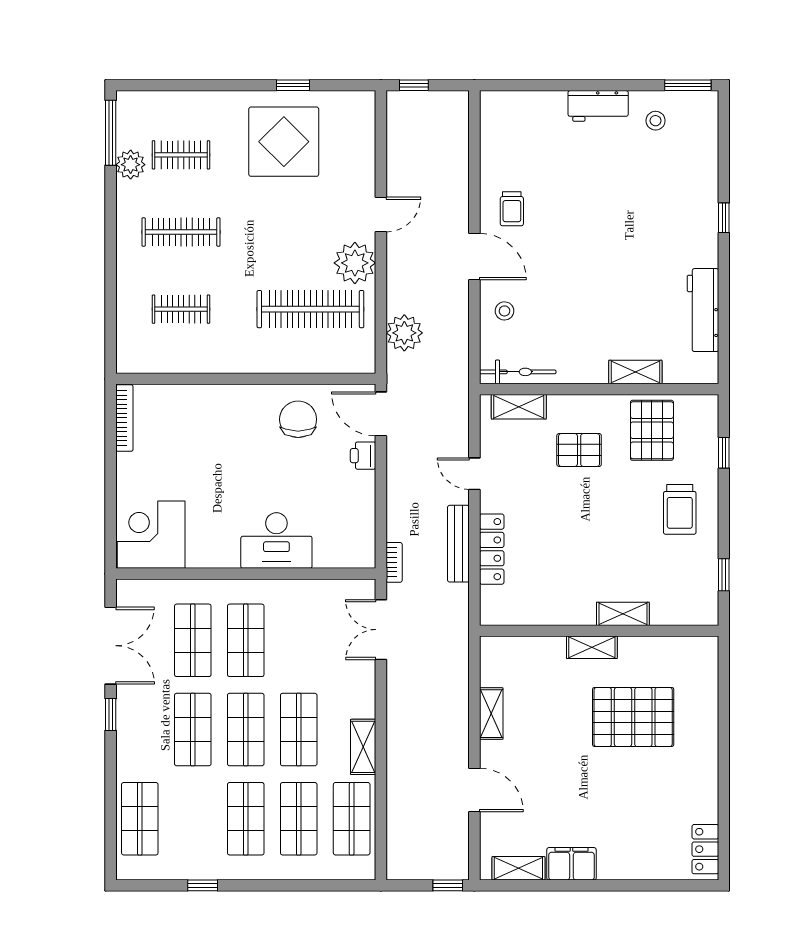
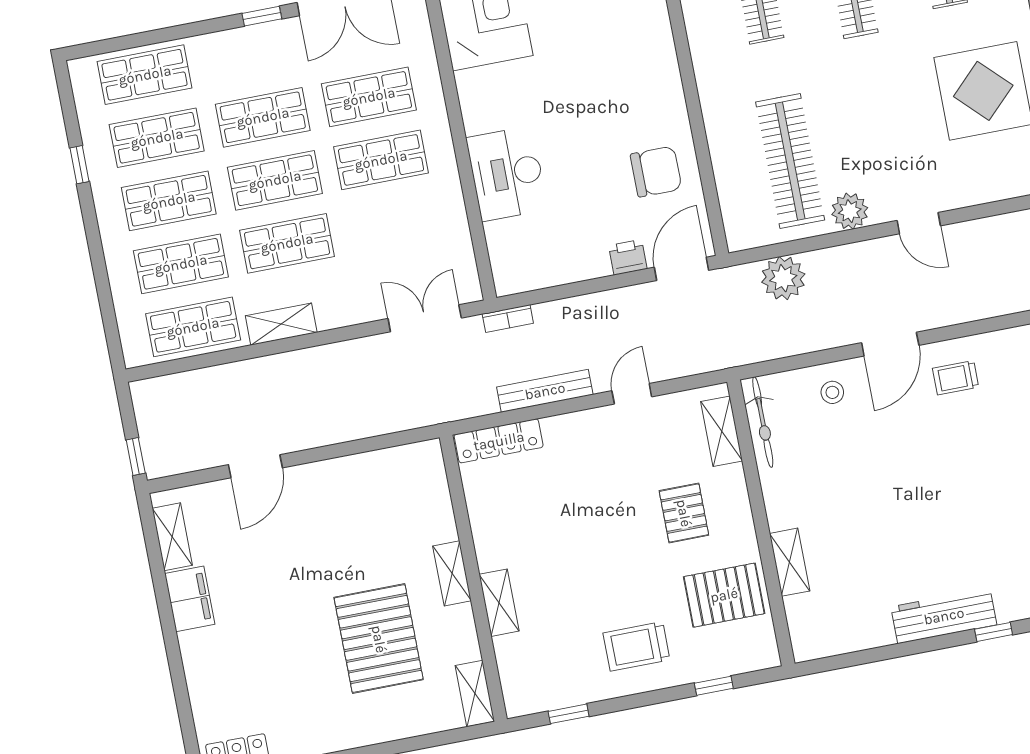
plant: (355, 263) -> (850, 211), width x0.73, depth x0.73
workbench: (703, 310) -> (944, 616), moved
locker: (492, 549) -> (499, 441), moved
shelving: (491, 714) -> (475, 694), moved, turned 90
shop shelf: (193, 819) -> (157, 138), added

